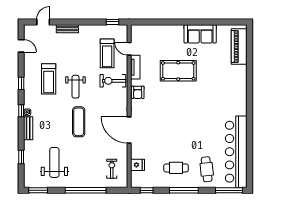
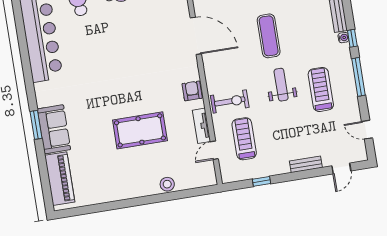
window: (113, 22) -> (261, 181), moved
stool: (165, 31) -> (167, 184), added
sofa: (200, 34) -> (54, 129), moved, turned 90
door: (129, 49) -> (214, 150), swing flipped
window: (21, 83) -> (359, 77), width x2.17
window: (250, 86) -> (36, 125), added

